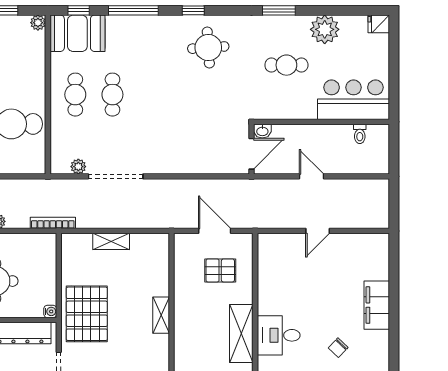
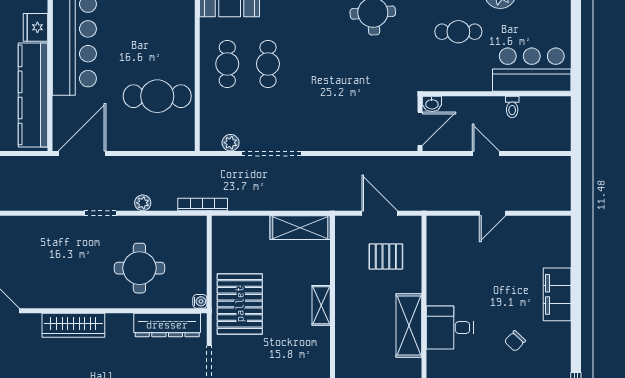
toilet: (360, 134) -> (512, 107), moved
shelving: (111, 241) -> (300, 228), moved, width x1.50, depth x1.33

